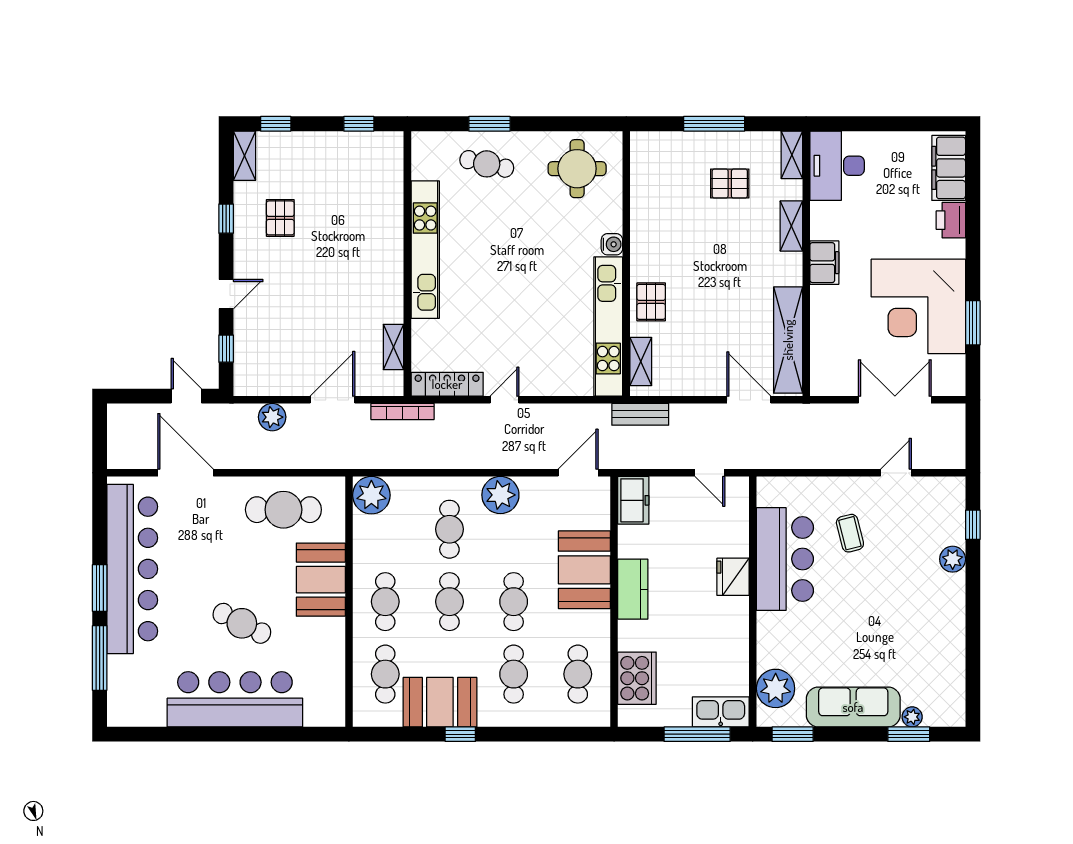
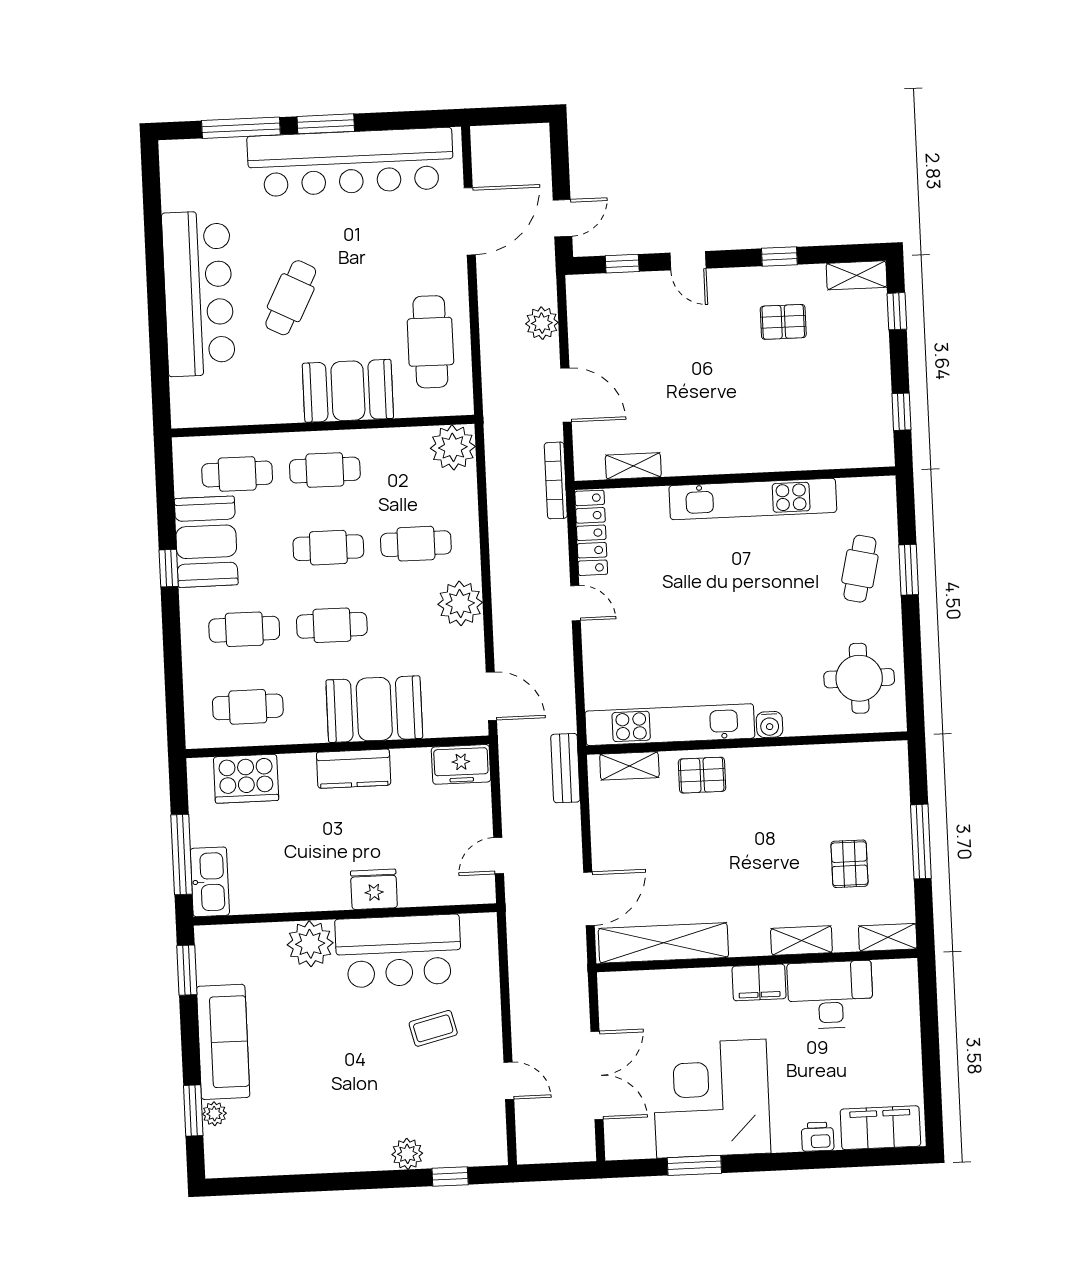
desk: (837, 166) -> (830, 995), moved
printer: (951, 220) -> (818, 1137), width x0.73, depth x0.81
plant: (776, 688) -> (310, 944), moved

